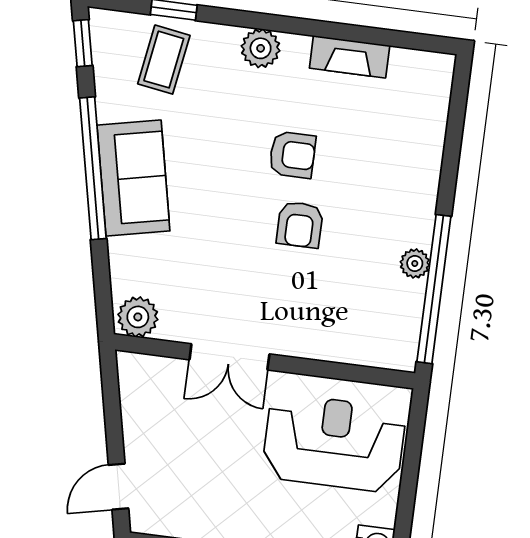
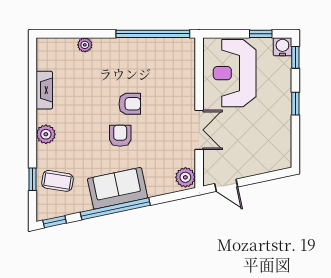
armchair: (292, 155) -> (120, 136), moved
plant: (415, 263) -> (85, 45), moved
door: (118, 487) -> (226, 185), moved
window: (406, 505) -> (261, 34), added

